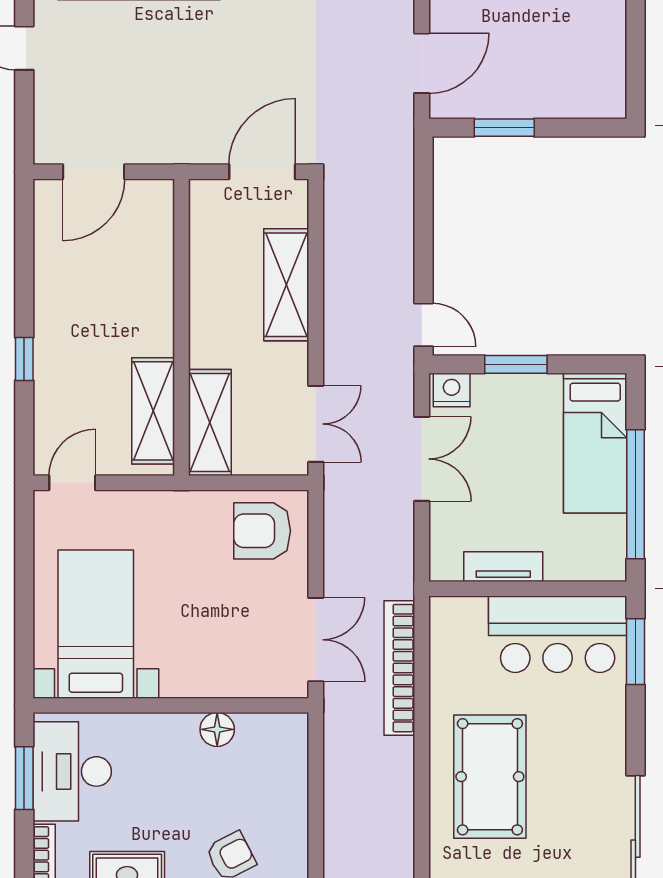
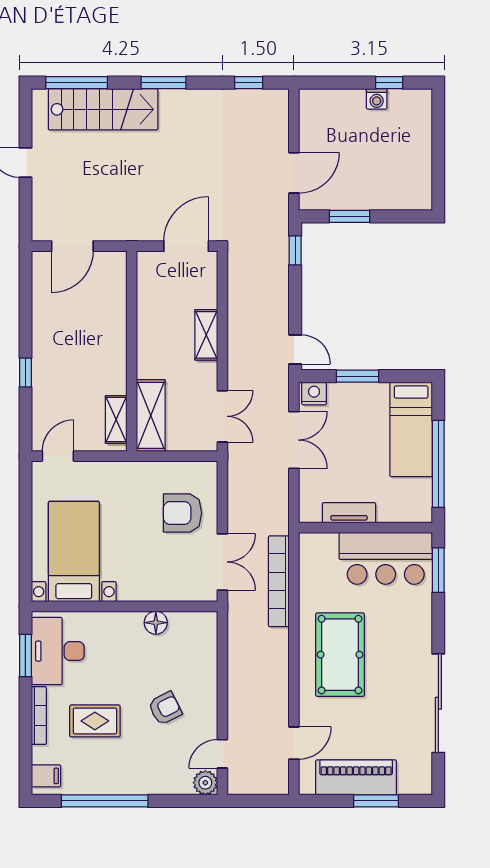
window: (423, 178) -> (295, 250), added
shelving: (286, 285) -> (206, 335), width x0.67, depth x0.75
shelving: (153, 411) -> (116, 420), width x0.67, depth x0.75
armchair: (262, 531) -> (182, 513), moved

